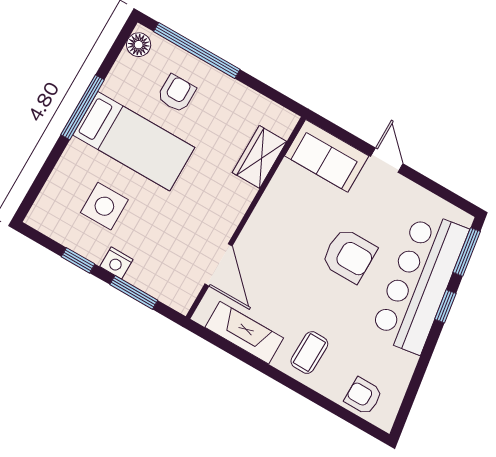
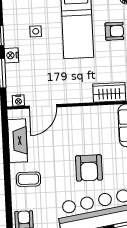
side table: (104, 206) -> (36, 31), width x0.54, depth x0.54
nightstand: (188, 295) -> (18, 101), added

